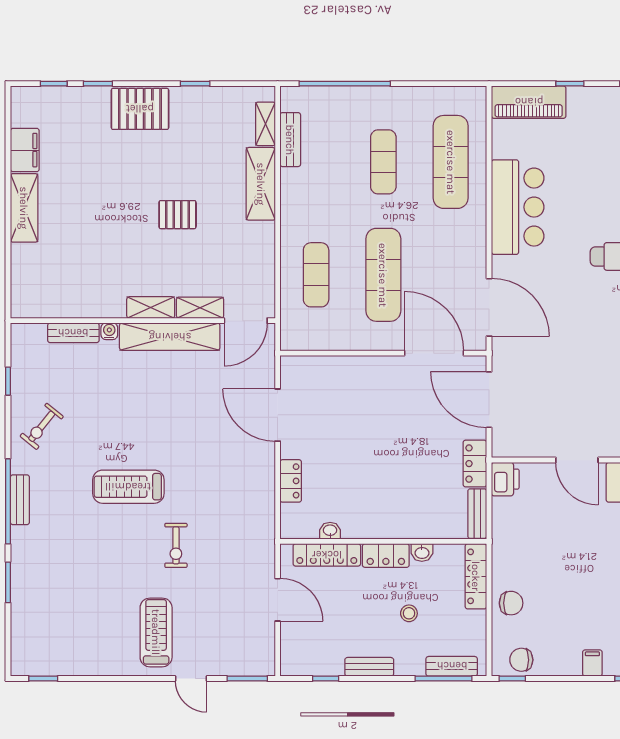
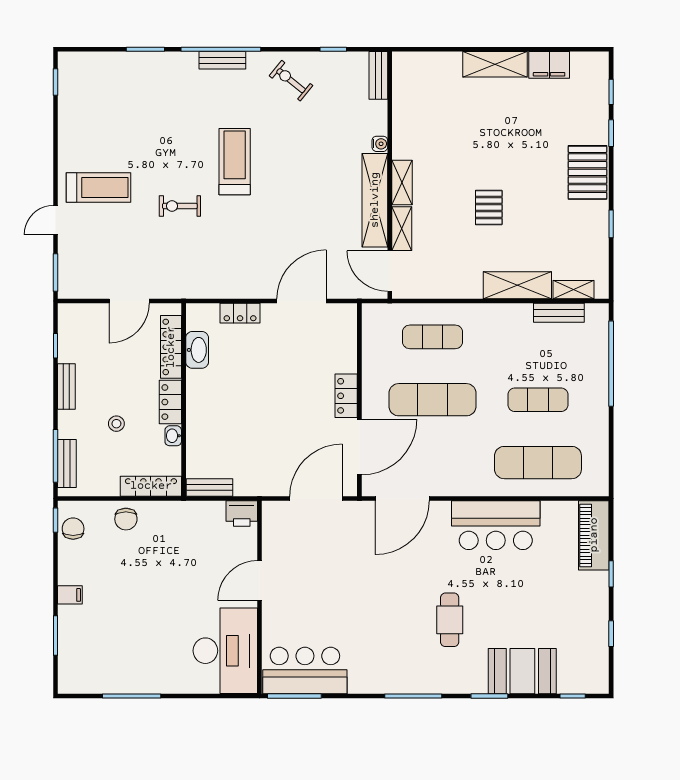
bench: (73, 333) -> (378, 75), moved
locker: (475, 464) -> (346, 396), moved, turned -90
washbasin: (330, 531) -> (197, 350), width x1.91, depth x1.45

